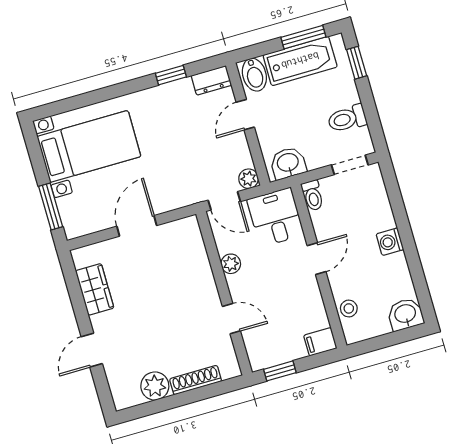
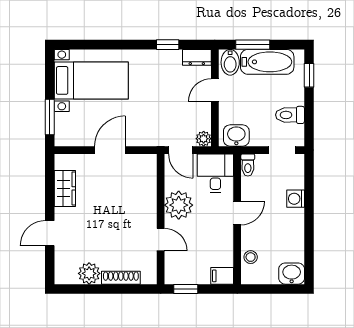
window: (303, 37) -> (253, 45), moved
washing machine: (390, 242) -> (296, 199), moved
plant: (231, 264) -> (179, 205), width x1.88, depth x1.88

